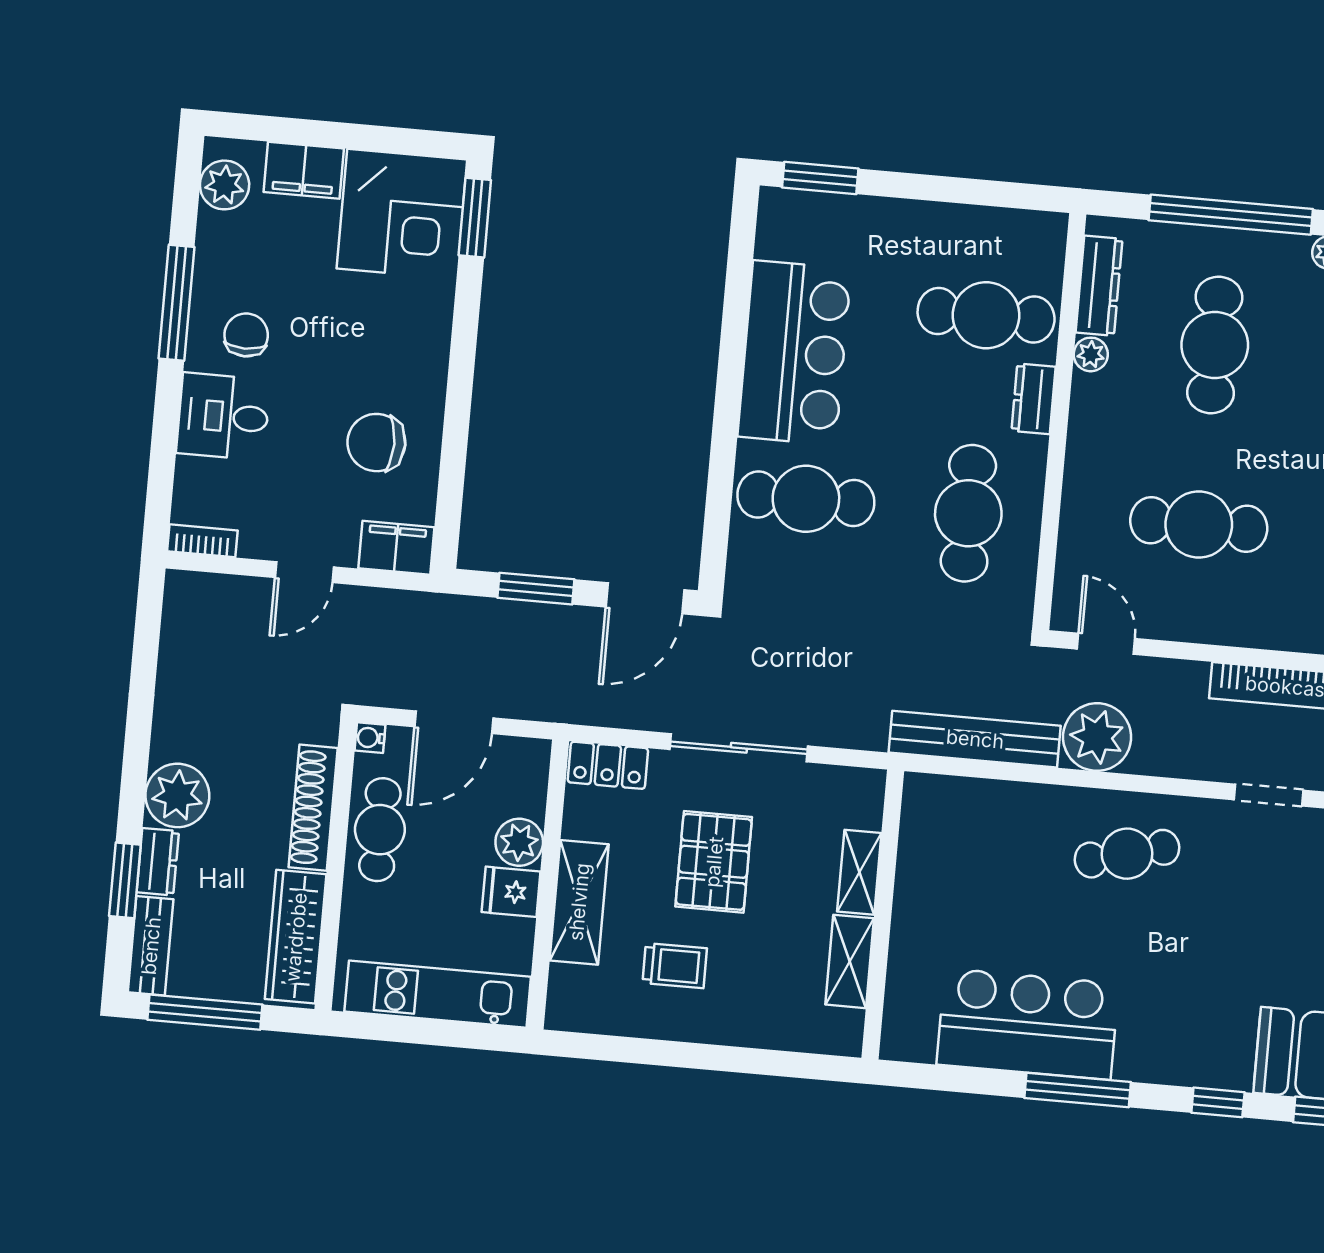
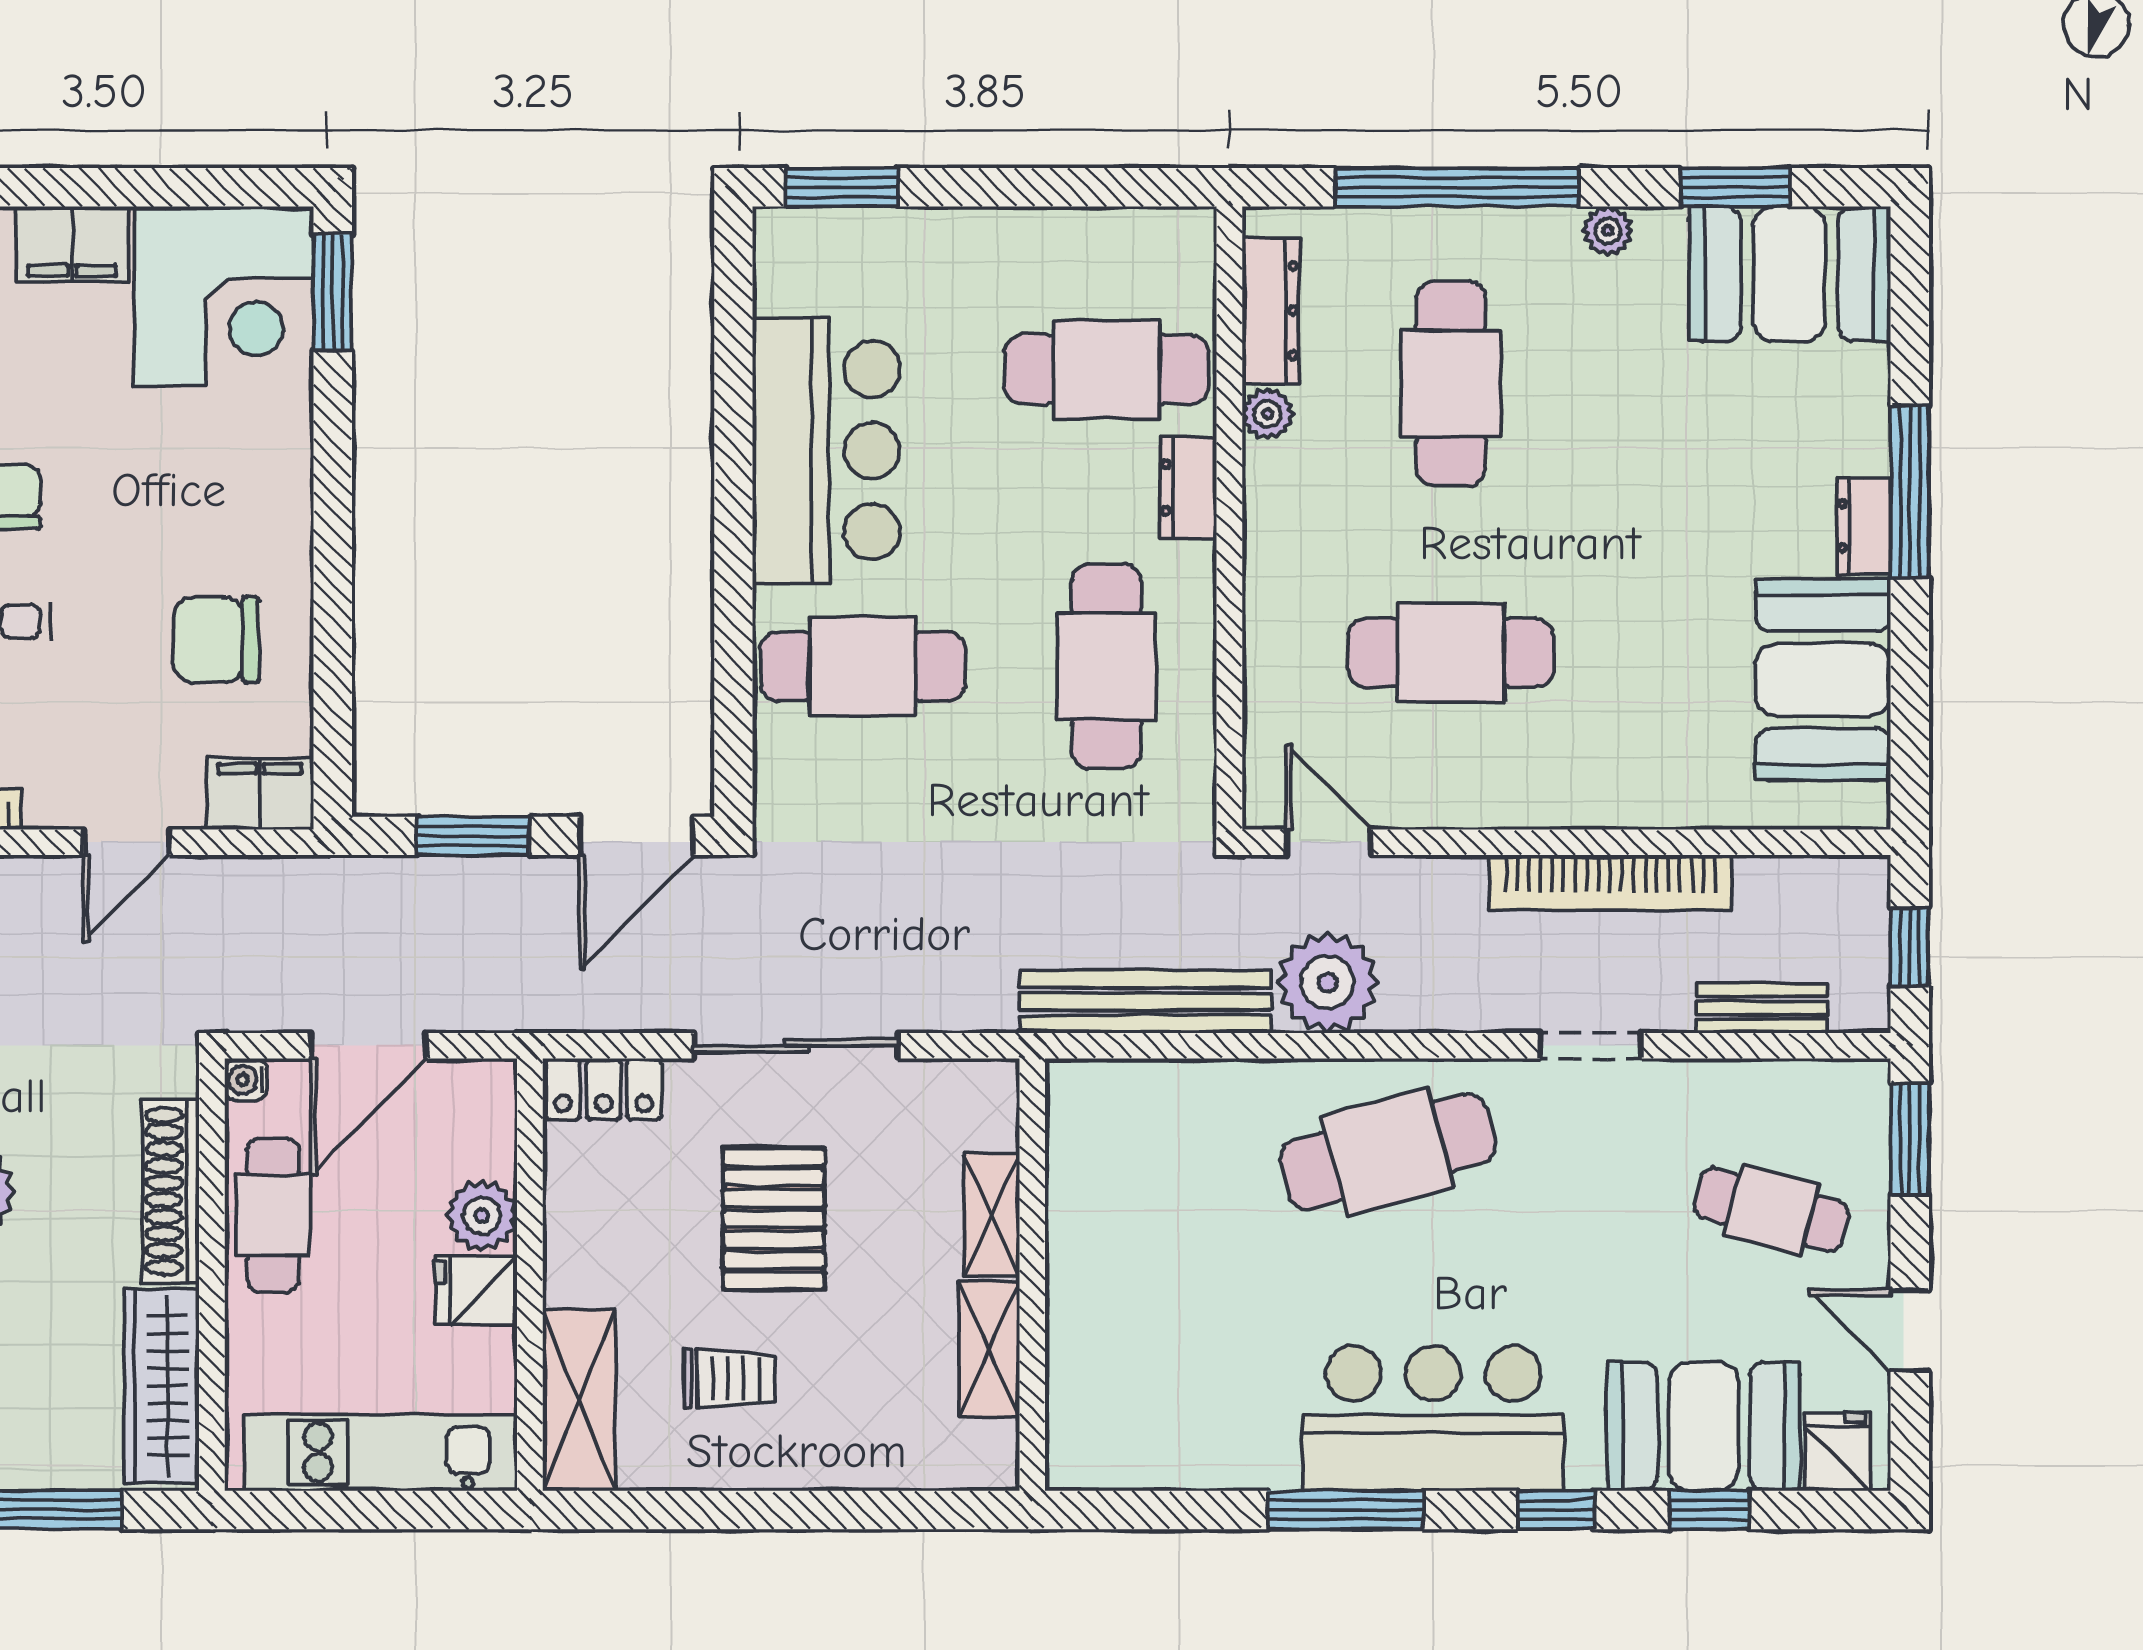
cafe table: (1127, 854) -> (1388, 1152), width x1.37, depth x1.35
shelving: (579, 902) -> (579, 1400), moved
bar counter: (1028, 1024) -> (1433, 1418), moved

